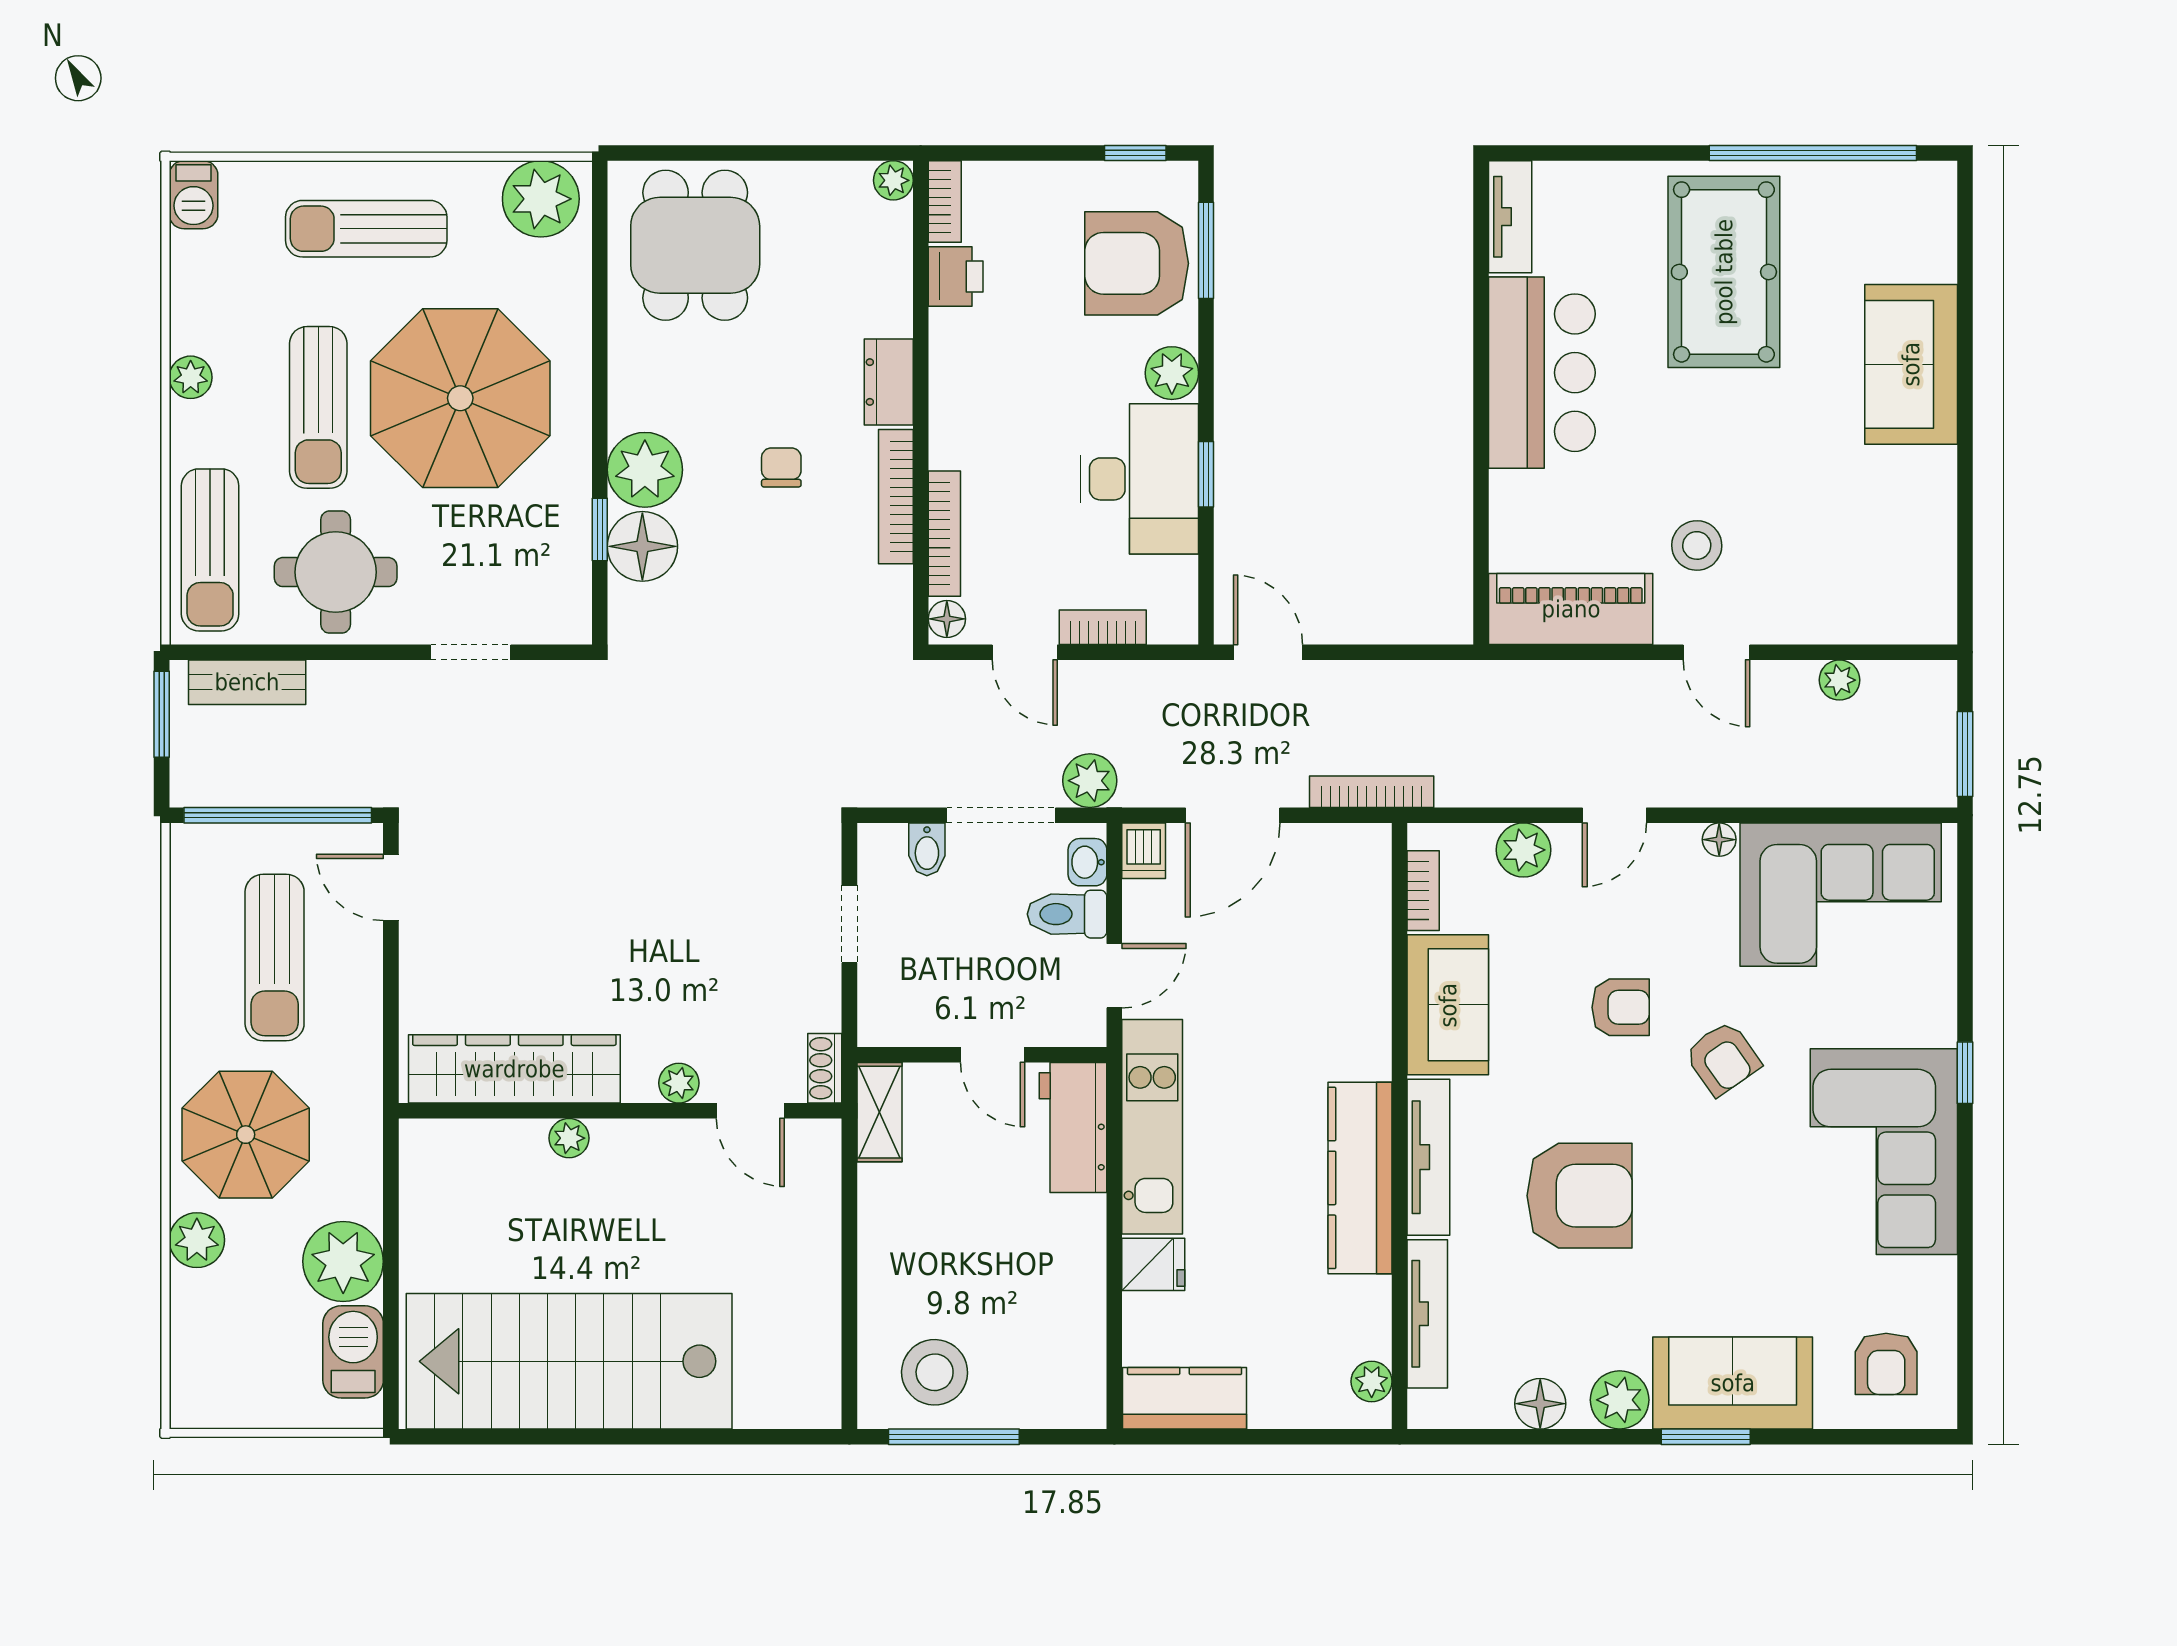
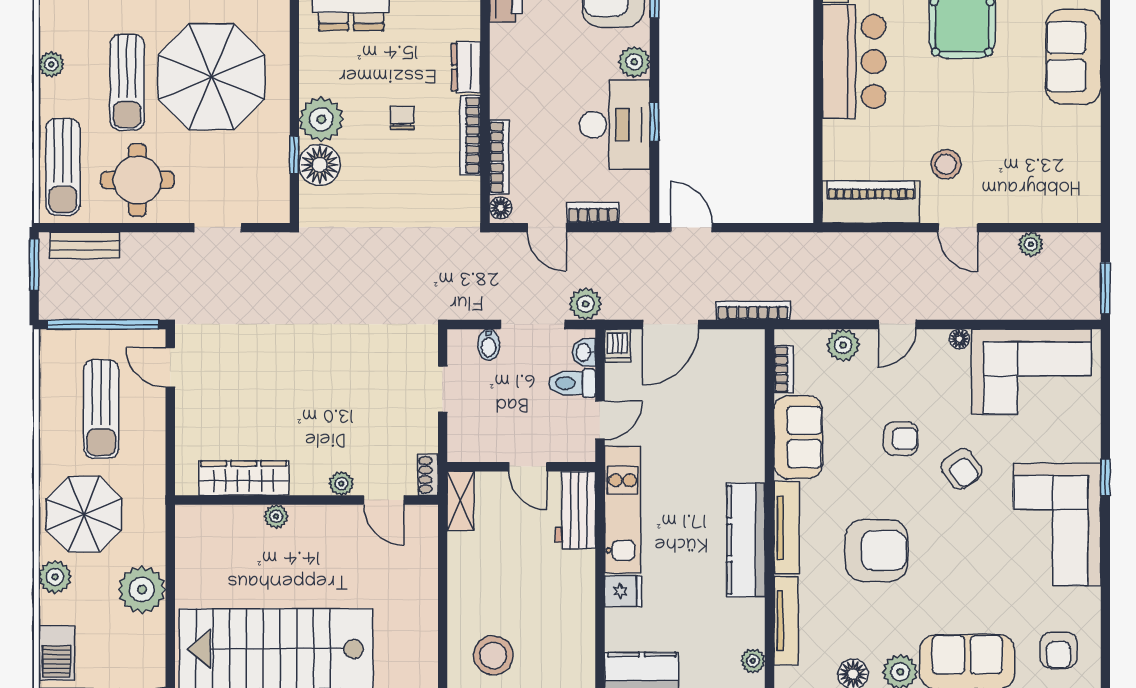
wardrobe: (514, 1069) -> (244, 478), width x0.71, depth x0.85
barbecue: (353, 1352) -> (57, 653), moved, turned 180

